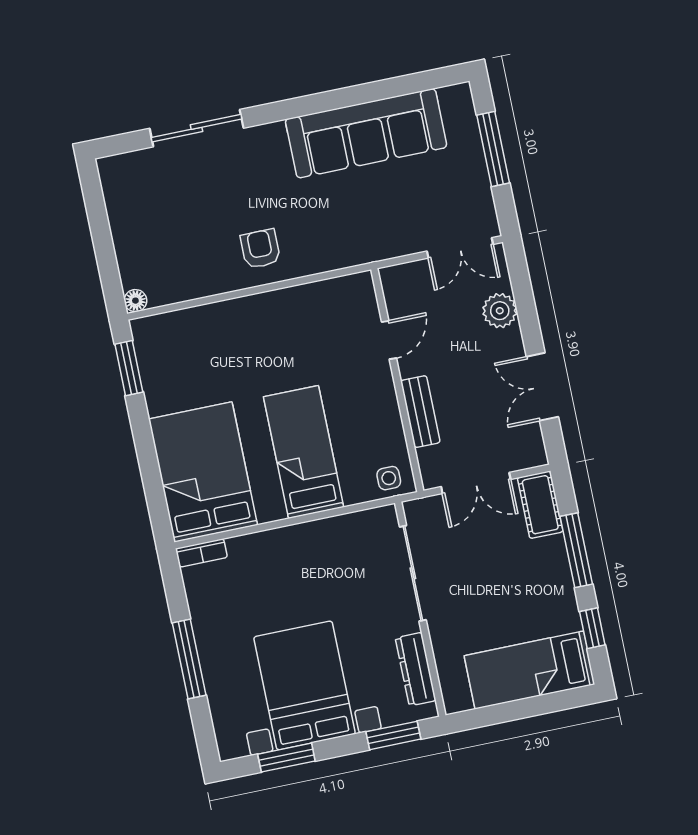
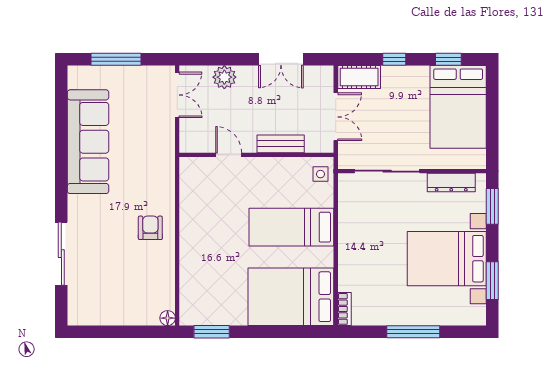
armchair: (260, 249) -> (150, 228), turned 90
window: (576, 550) -> (394, 59), width x0.46
bed: (529, 670) -> (458, 107), width x1.50

